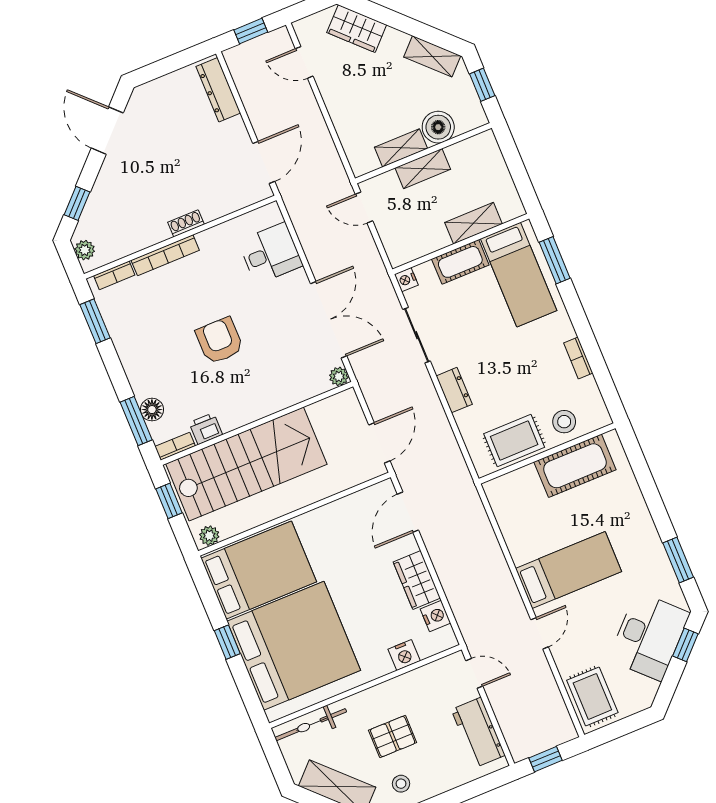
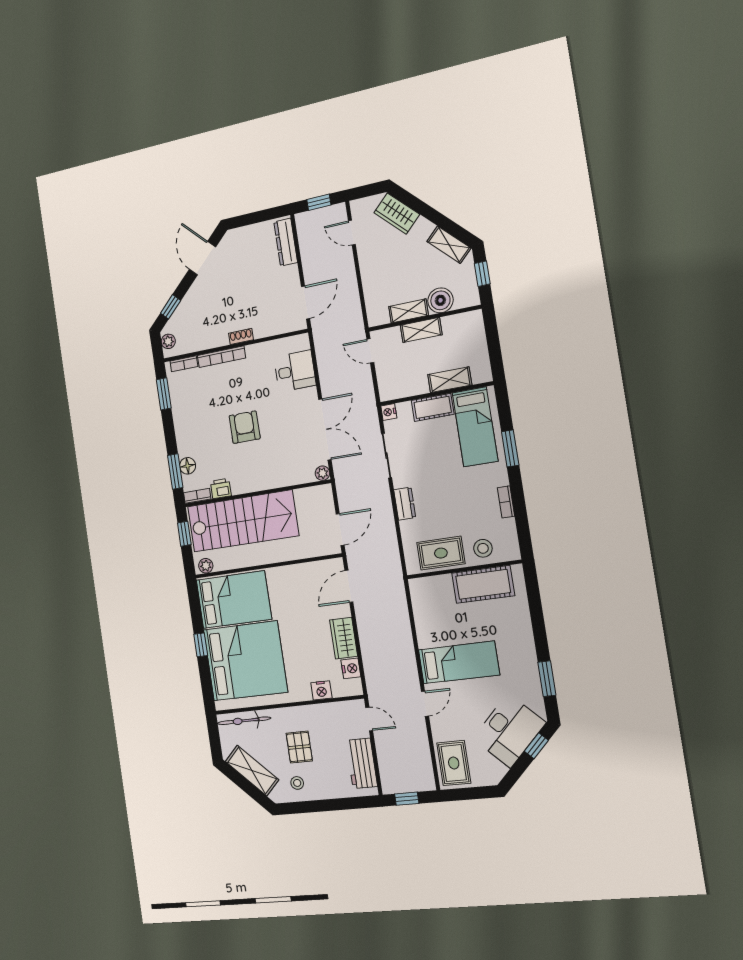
window: (555, 260) -> (510, 448), moved
pallet: (393, 736) -> (299, 747), turned 90

